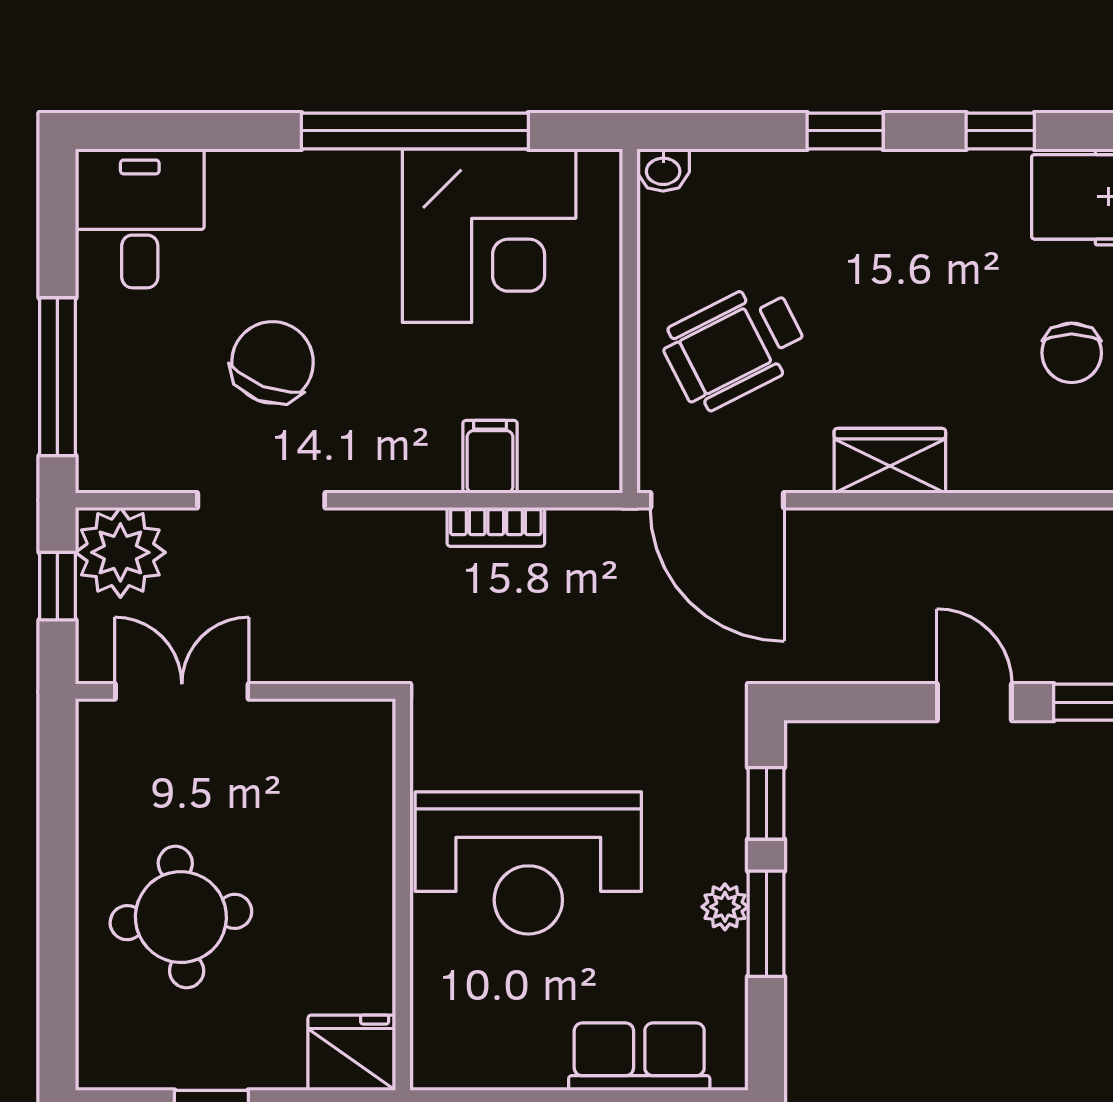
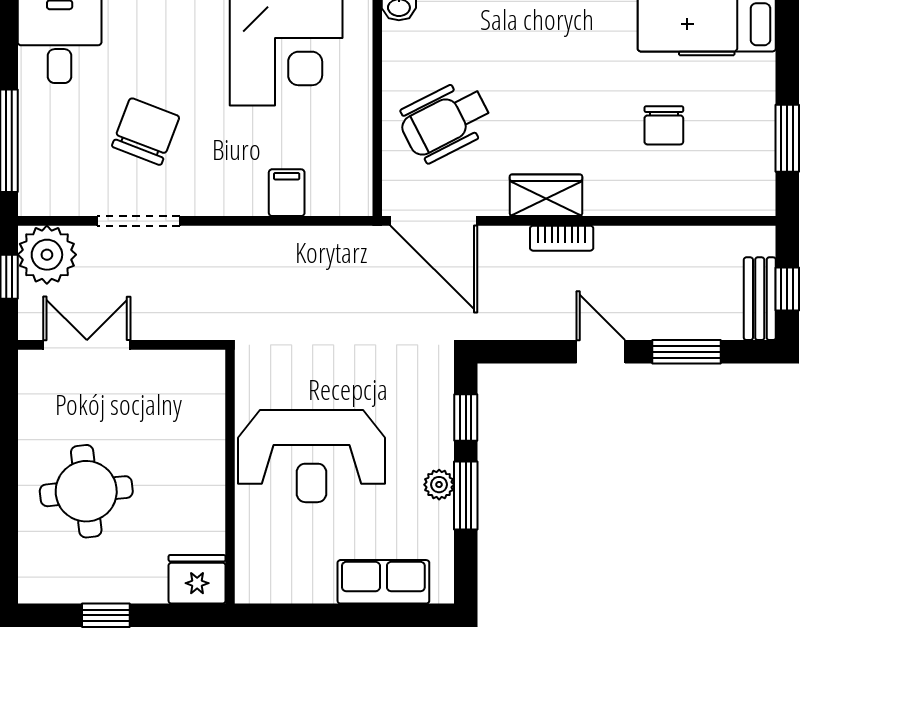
bookcase: (496, 527) -> (562, 238), moved

